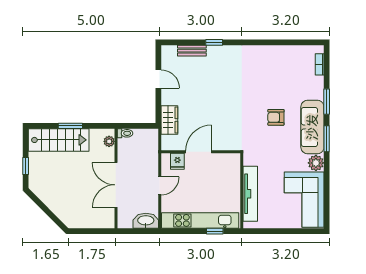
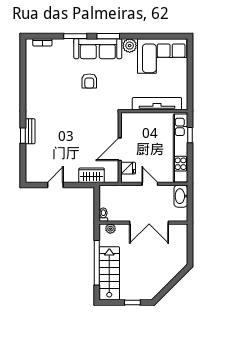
bench: (192, 51) -> (30, 131), moved
window: (70, 126) -> (97, 263), width x2.11
door: (199, 152) -> (120, 149), hinge flipped

